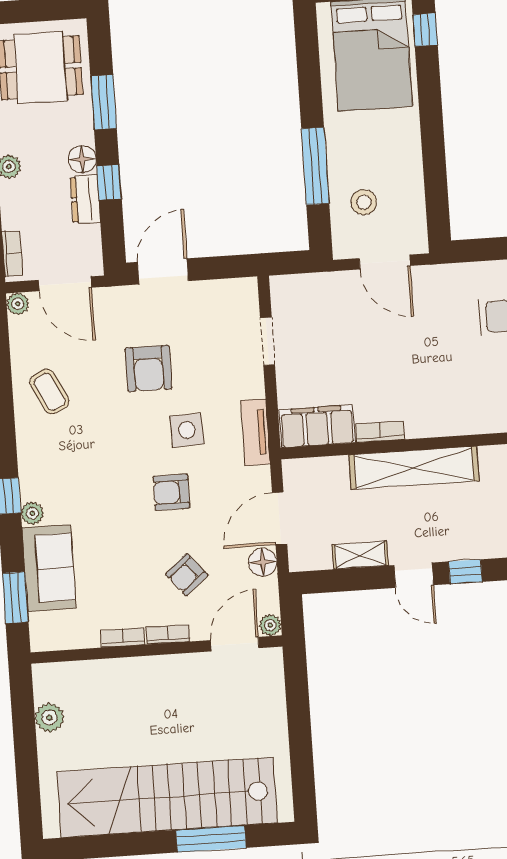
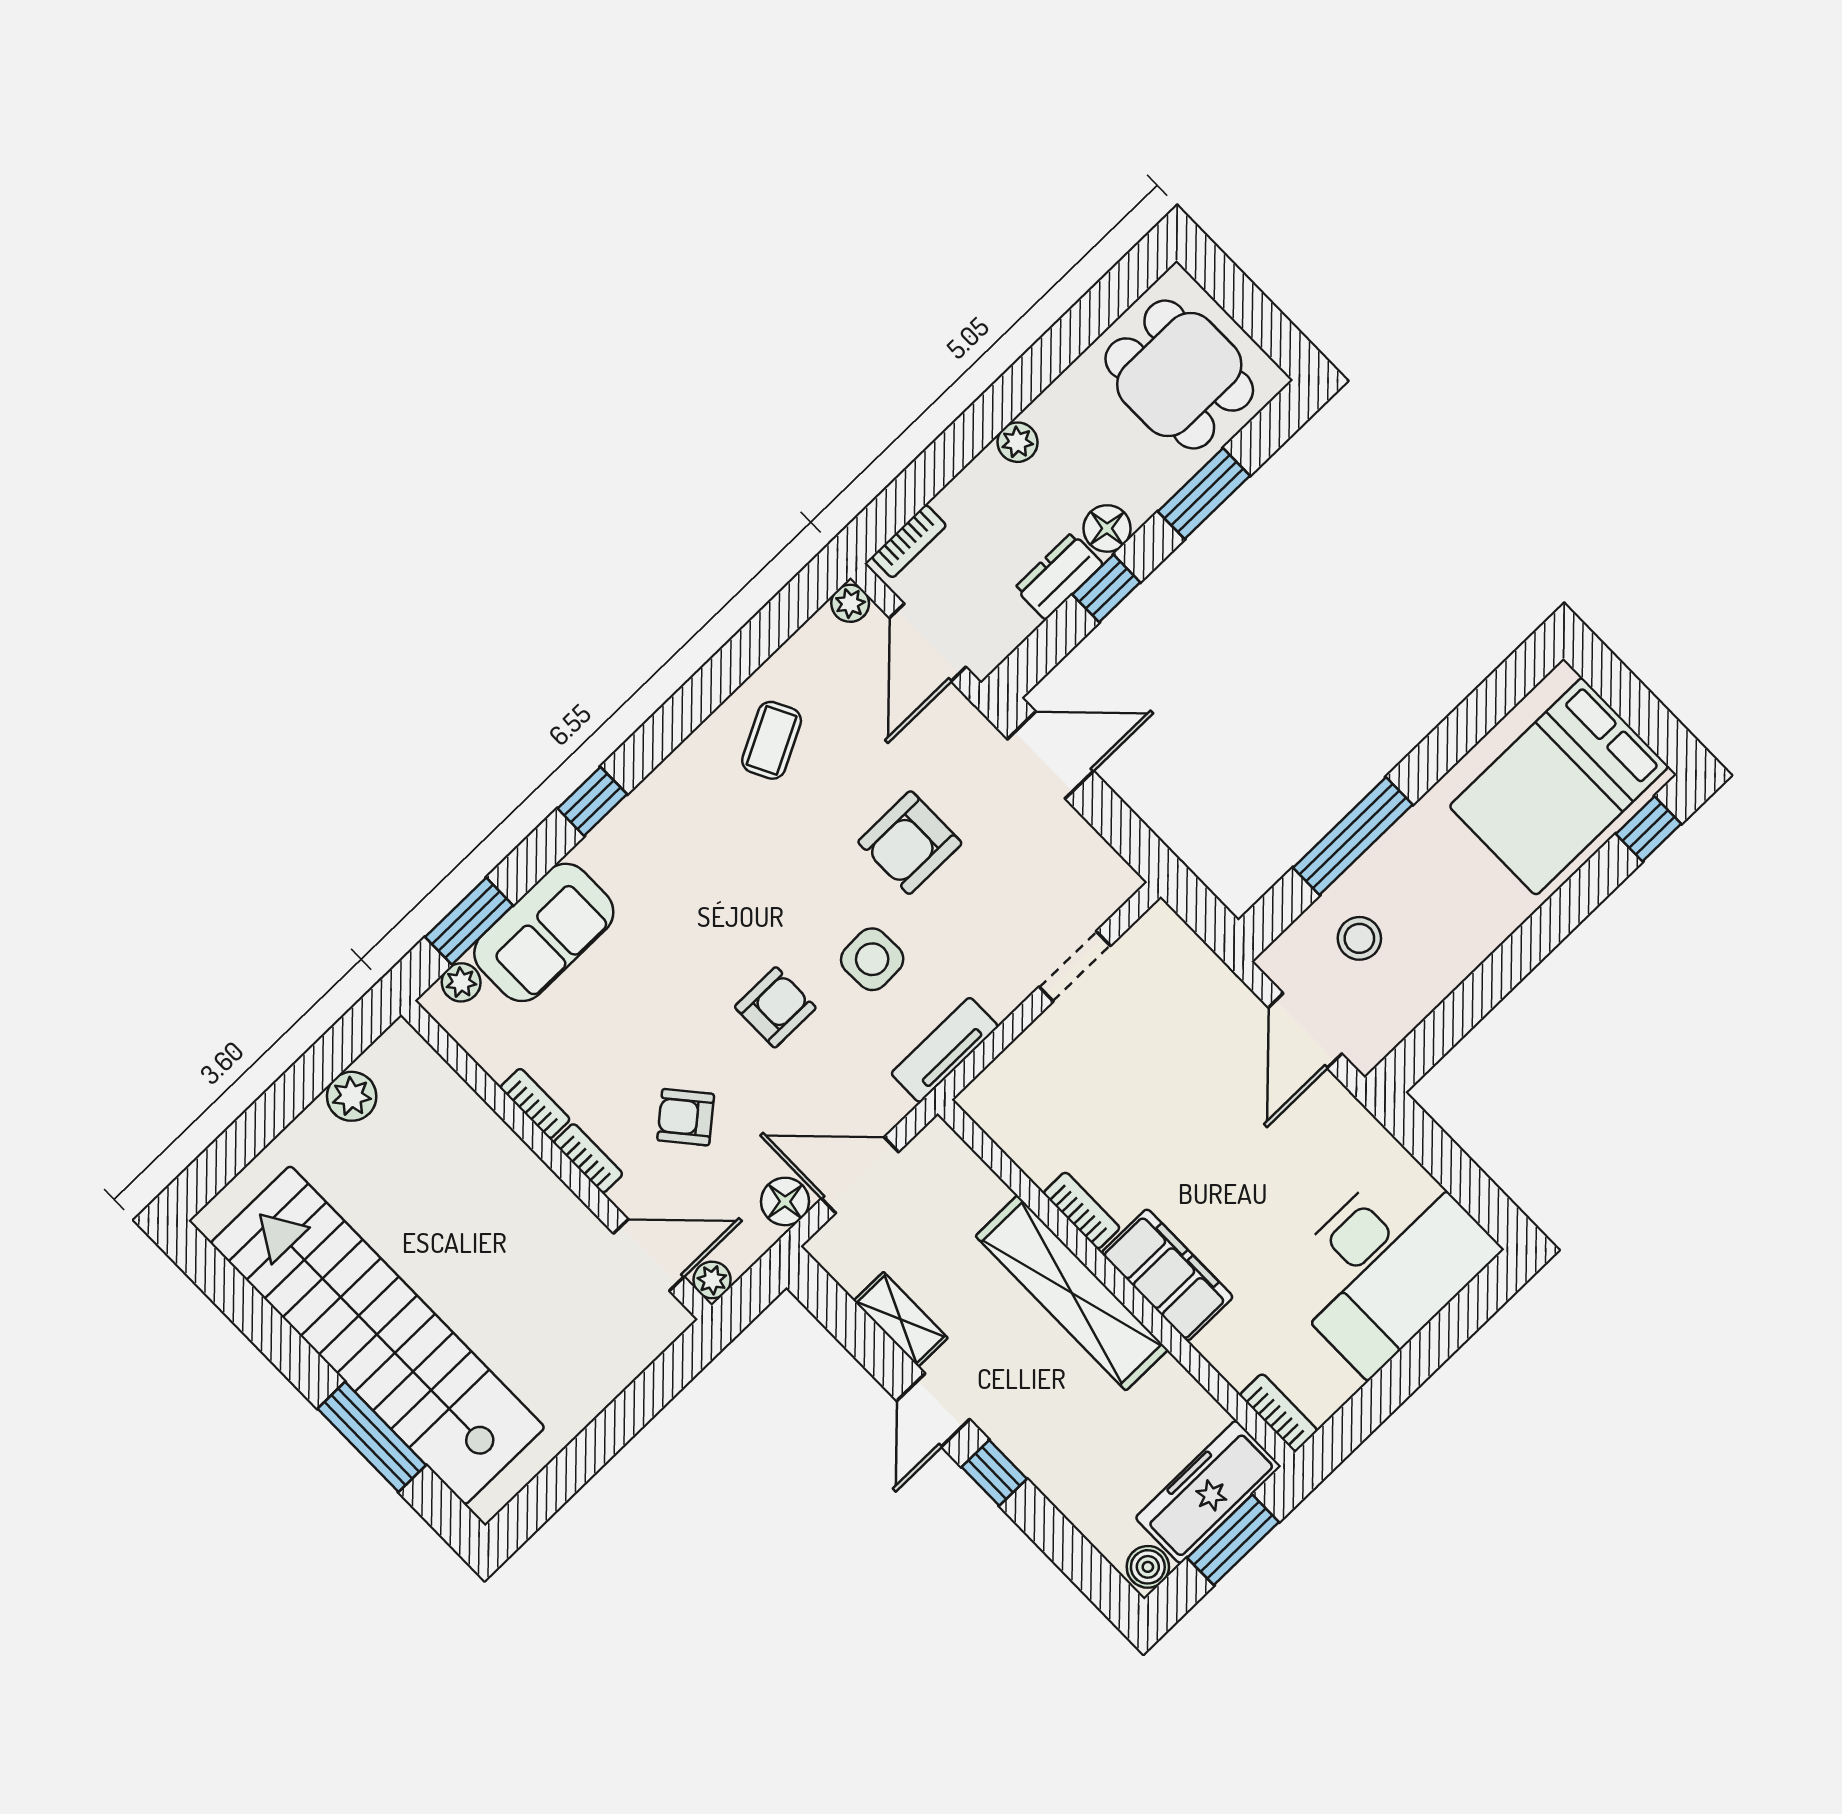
filing cabinet: (317, 426) -> (1167, 1275), moved
armchair: (171, 492) -> (775, 1007), turned 90
plant: (32, 513) -> (461, 982), moved

